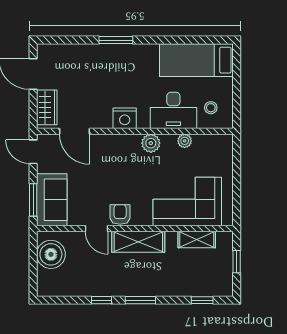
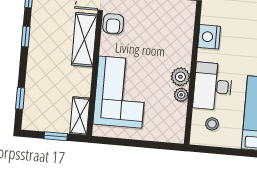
plant: (151, 143) -> (180, 77), moved
armchair: (120, 214) -> (113, 24), turned 90
shelving: (197, 240) -> (80, 116), moved
window: (140, 300) -> (26, 36), width x0.67

